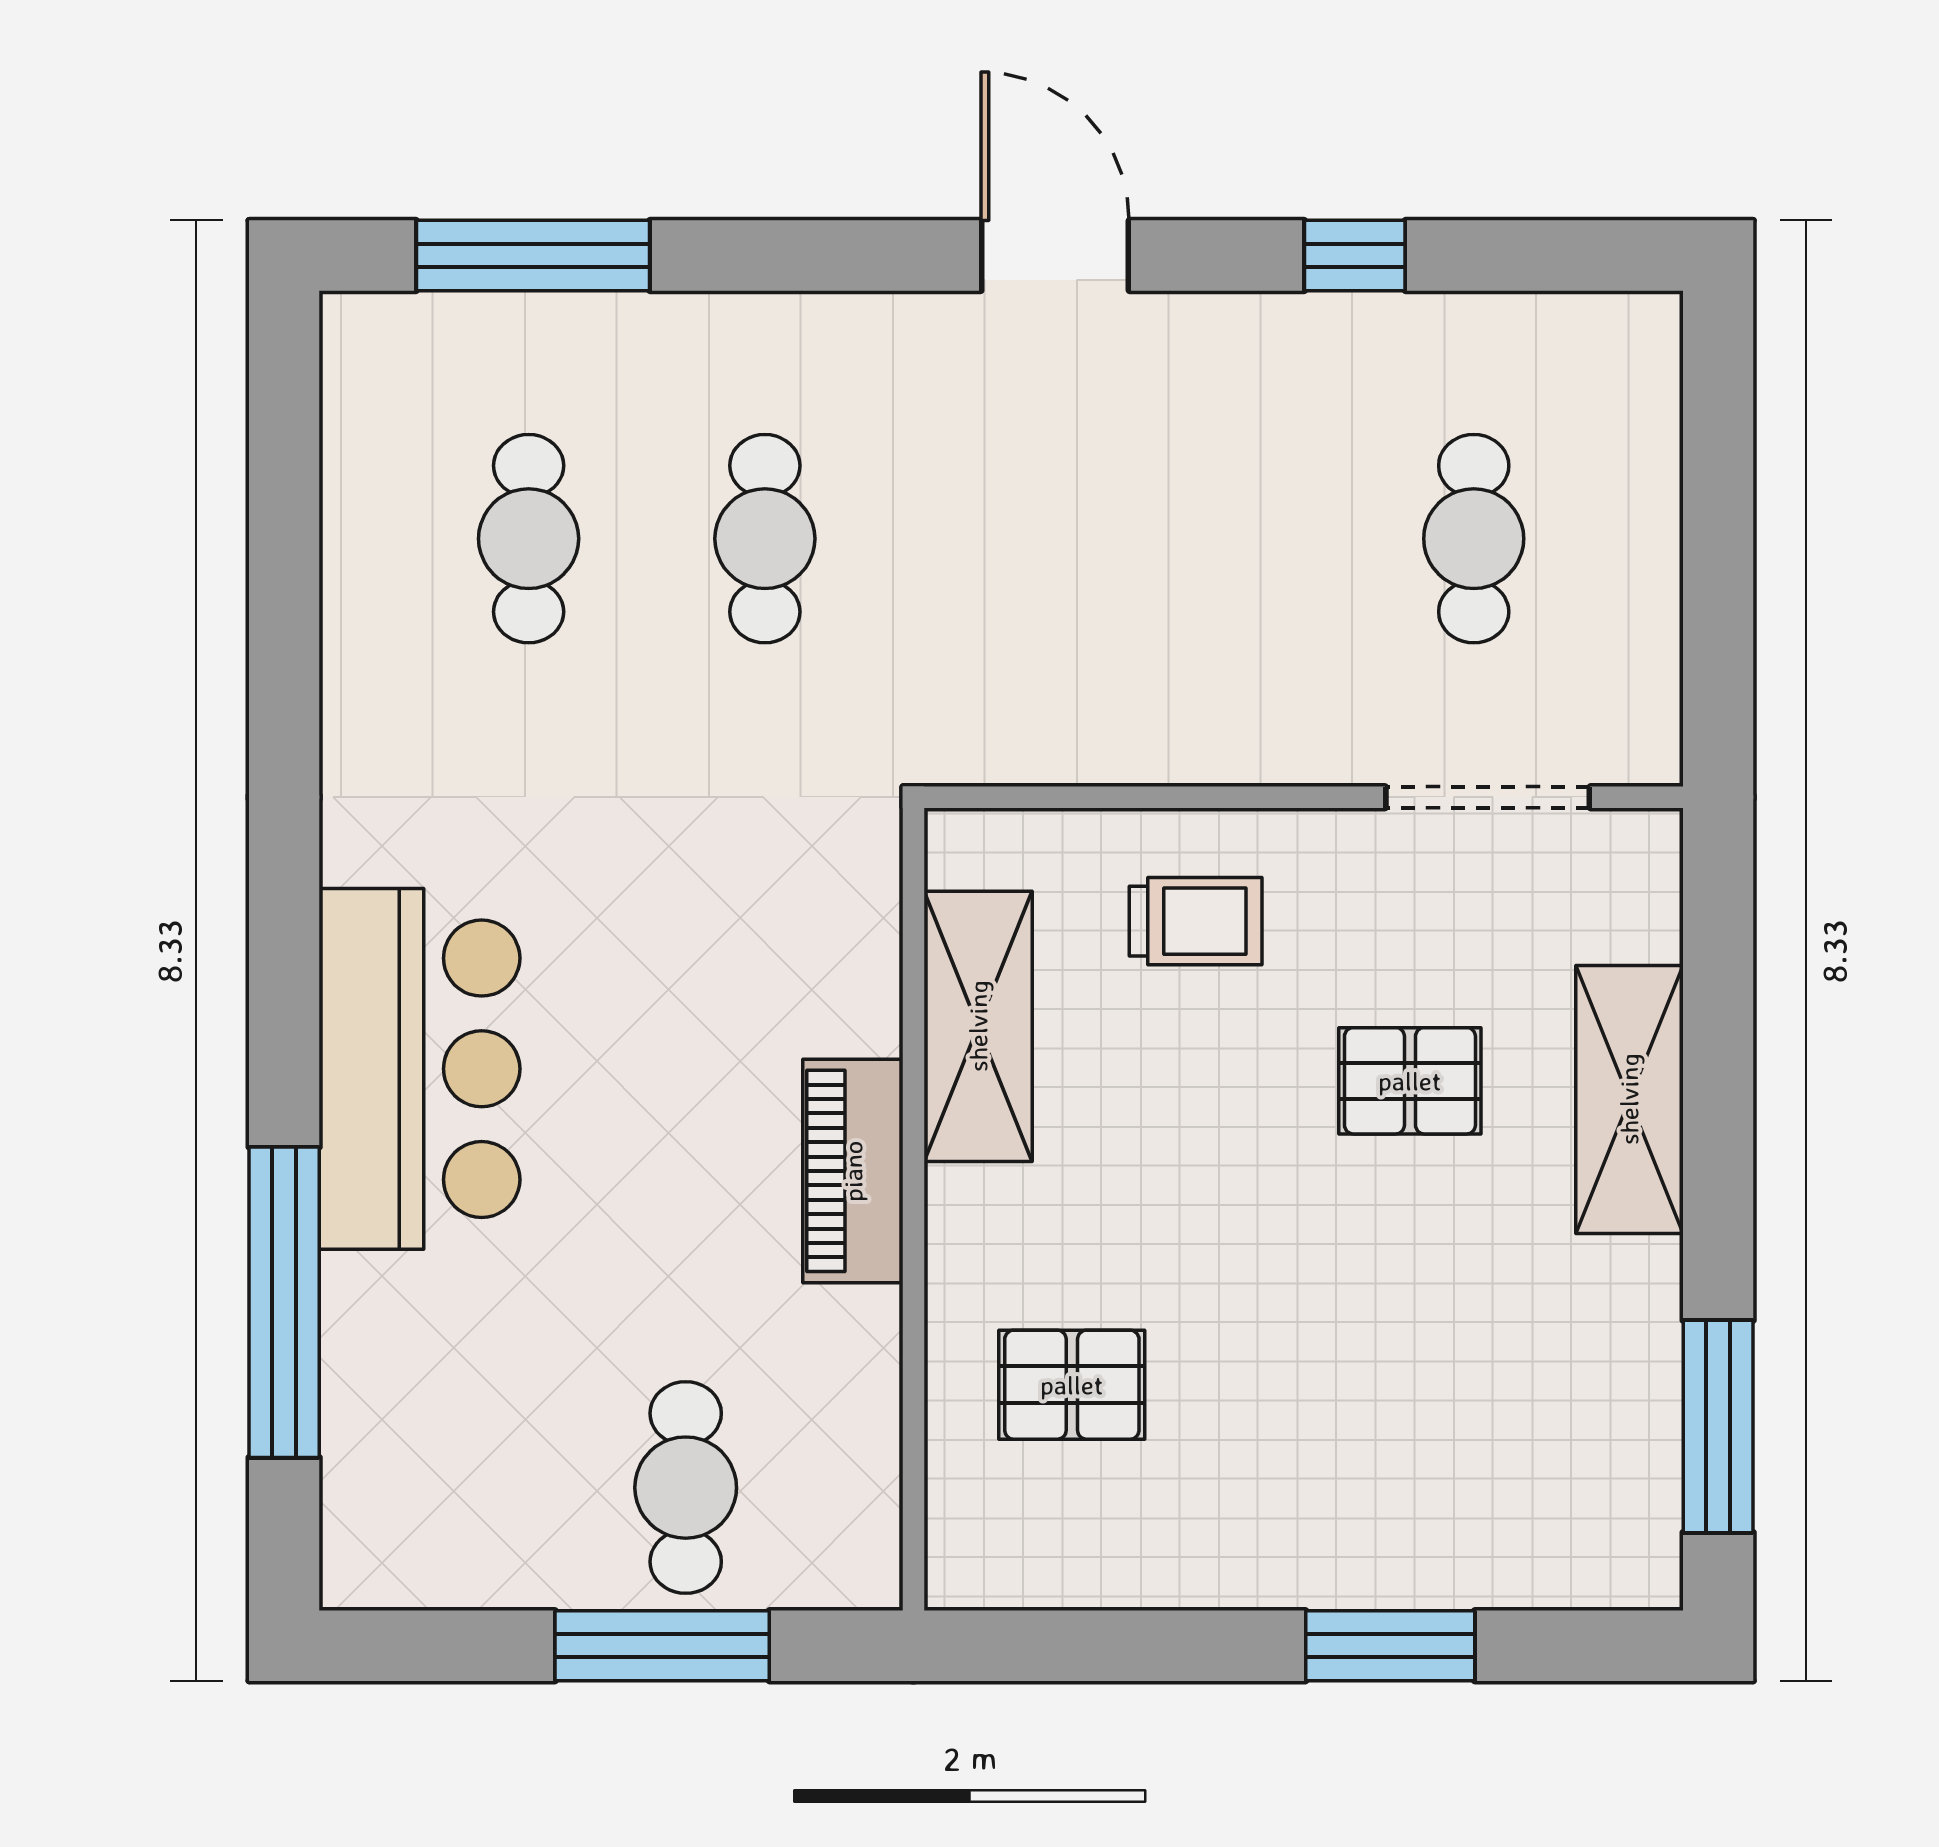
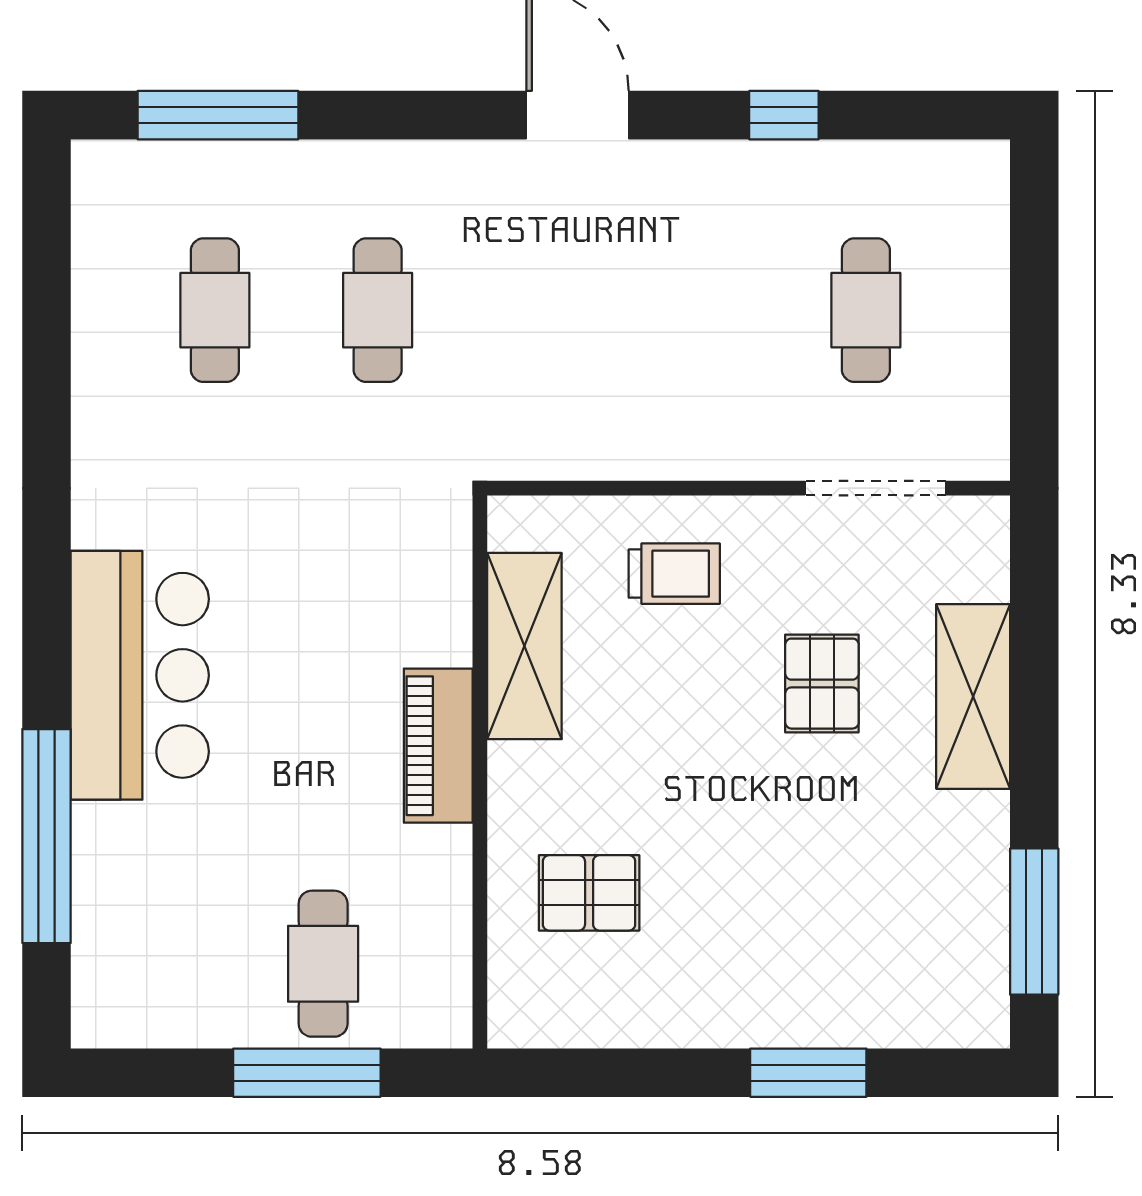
pallet: (1410, 1081) -> (822, 684), turned 90

